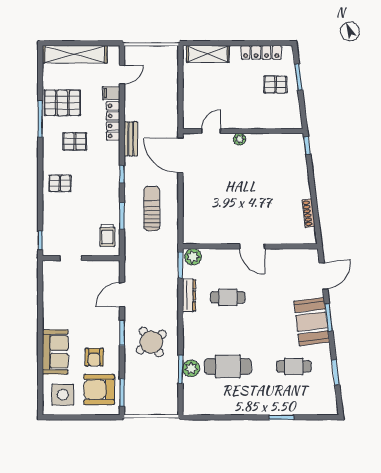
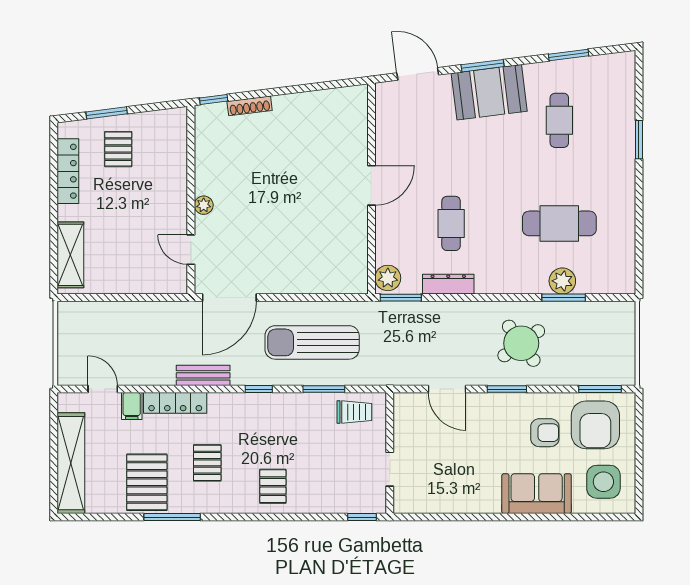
sun lounger: (152, 208) -> (312, 342), width x1.36, depth x1.34
shoe rack: (309, 213) -> (250, 106), moved
cafe table: (228, 366) -> (559, 223), turned 90

